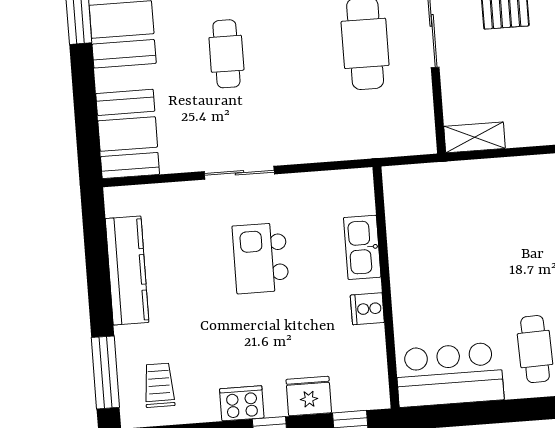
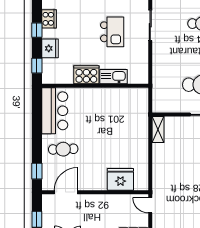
kitchen island: (261, 258) -> (112, 32), turned 90
cooker: (367, 309) -> (86, 75), width x1.87, depth x1.31

